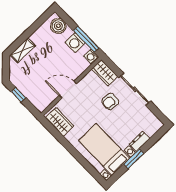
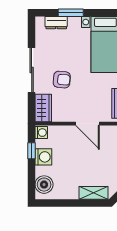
window: (86, 39) -> (32, 151), width x0.46
dresser: (140, 141) -> (56, 23), moved
window: (134, 159) -> (71, 13), moved

